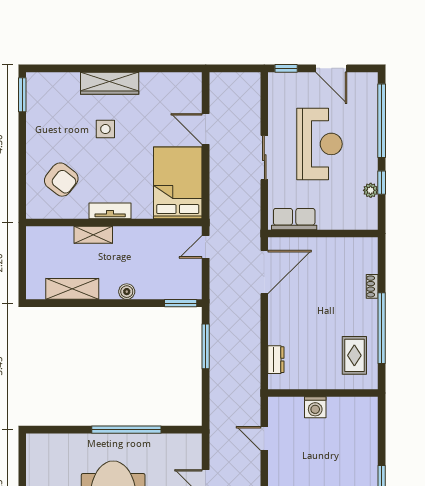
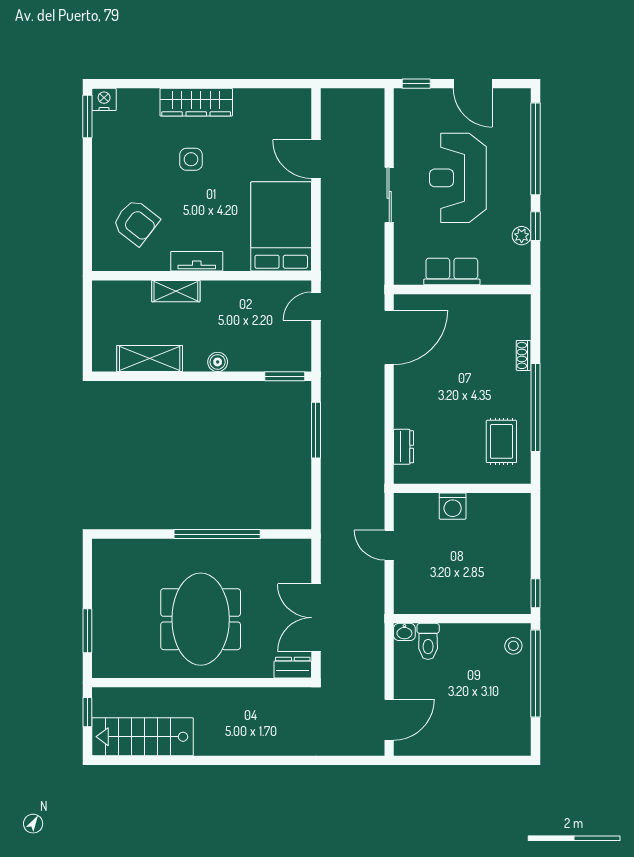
nightstand: (36, 81) -> (104, 99), added
reception desk: (319, 144) -> (458, 178), turned 180
row of seats: (294, 219) -> (452, 271), moved

